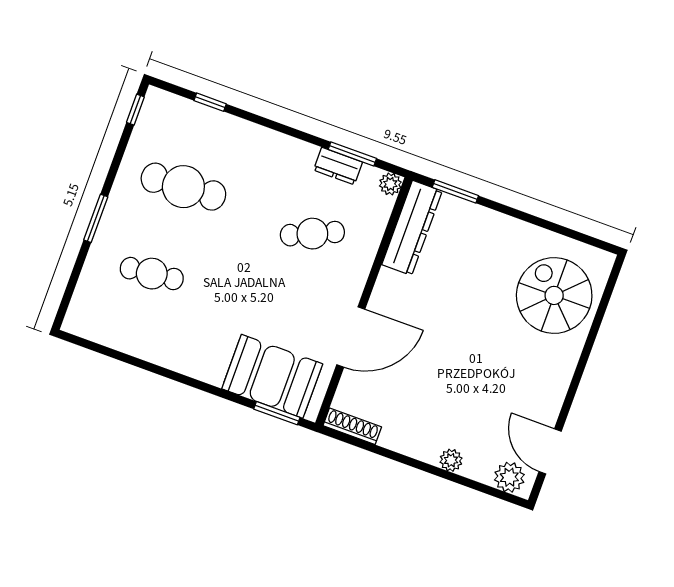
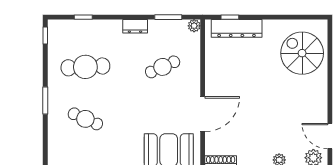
dresser: (338, 166) -> (135, 26), moved
window: (455, 191) -> (230, 17), width x0.67
dresser: (412, 228) -> (237, 28), moved, turned 90
cafe table: (152, 274) -> (85, 119), turned 30

